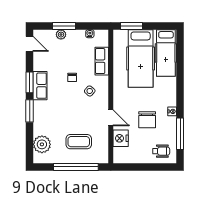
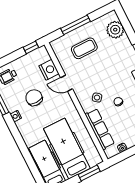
row of seats: (102, 61) -> (100, 129), width x1.48
window: (76, 167) -> (76, 25), width x0.68
window: (127, 167) -> (31, 47), added

